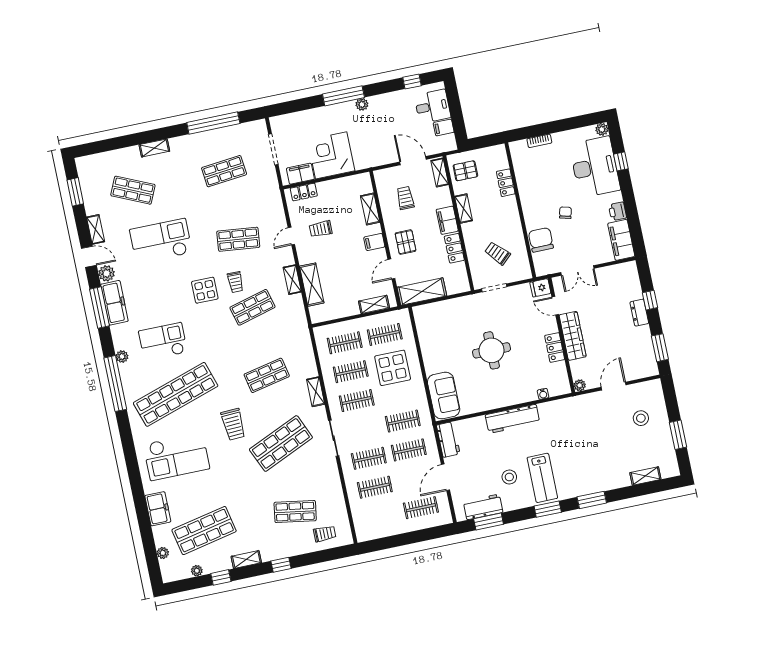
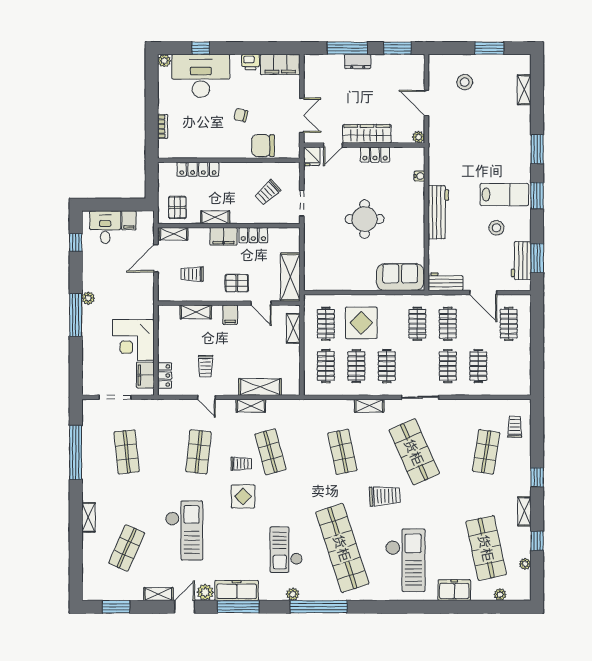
locker: (506, 183) -> (198, 169), width x1.53
checkout: (161, 241) -> (184, 530), turned 180
window: (650, 300) -> (347, 48), width x2.17

